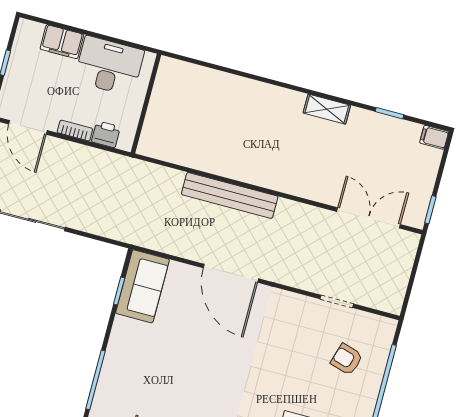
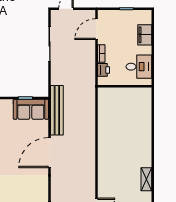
desk: (109, 66) -> (139, 67), width x0.73
bench: (230, 195) -> (57, 110), moved

